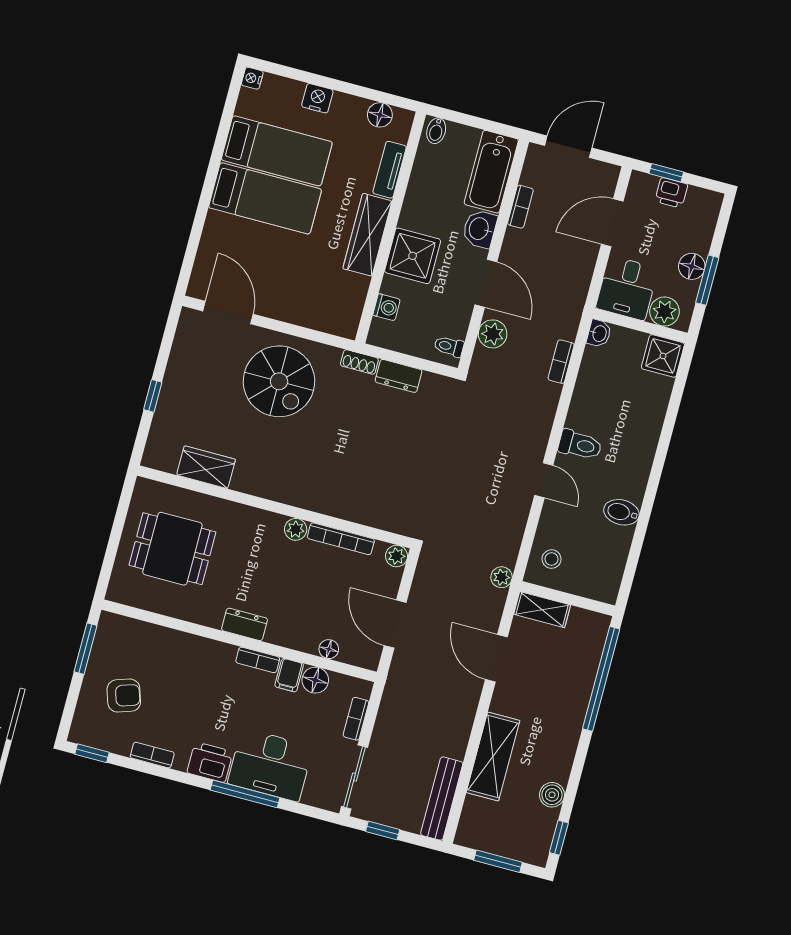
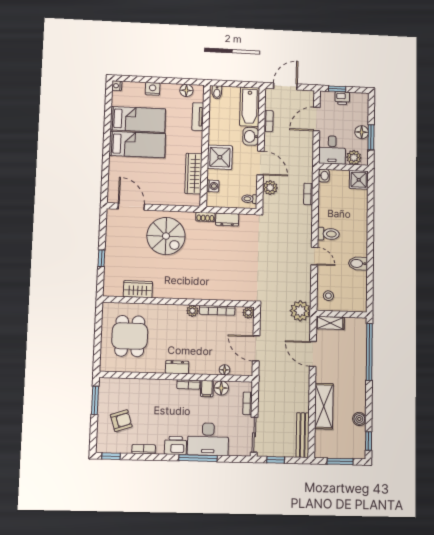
wardrobe: (367, 235) -> (193, 174), moved
dining table: (172, 549) -> (130, 336), turned 90
plant: (502, 577) -> (300, 311), width x1.88, depth x1.88

